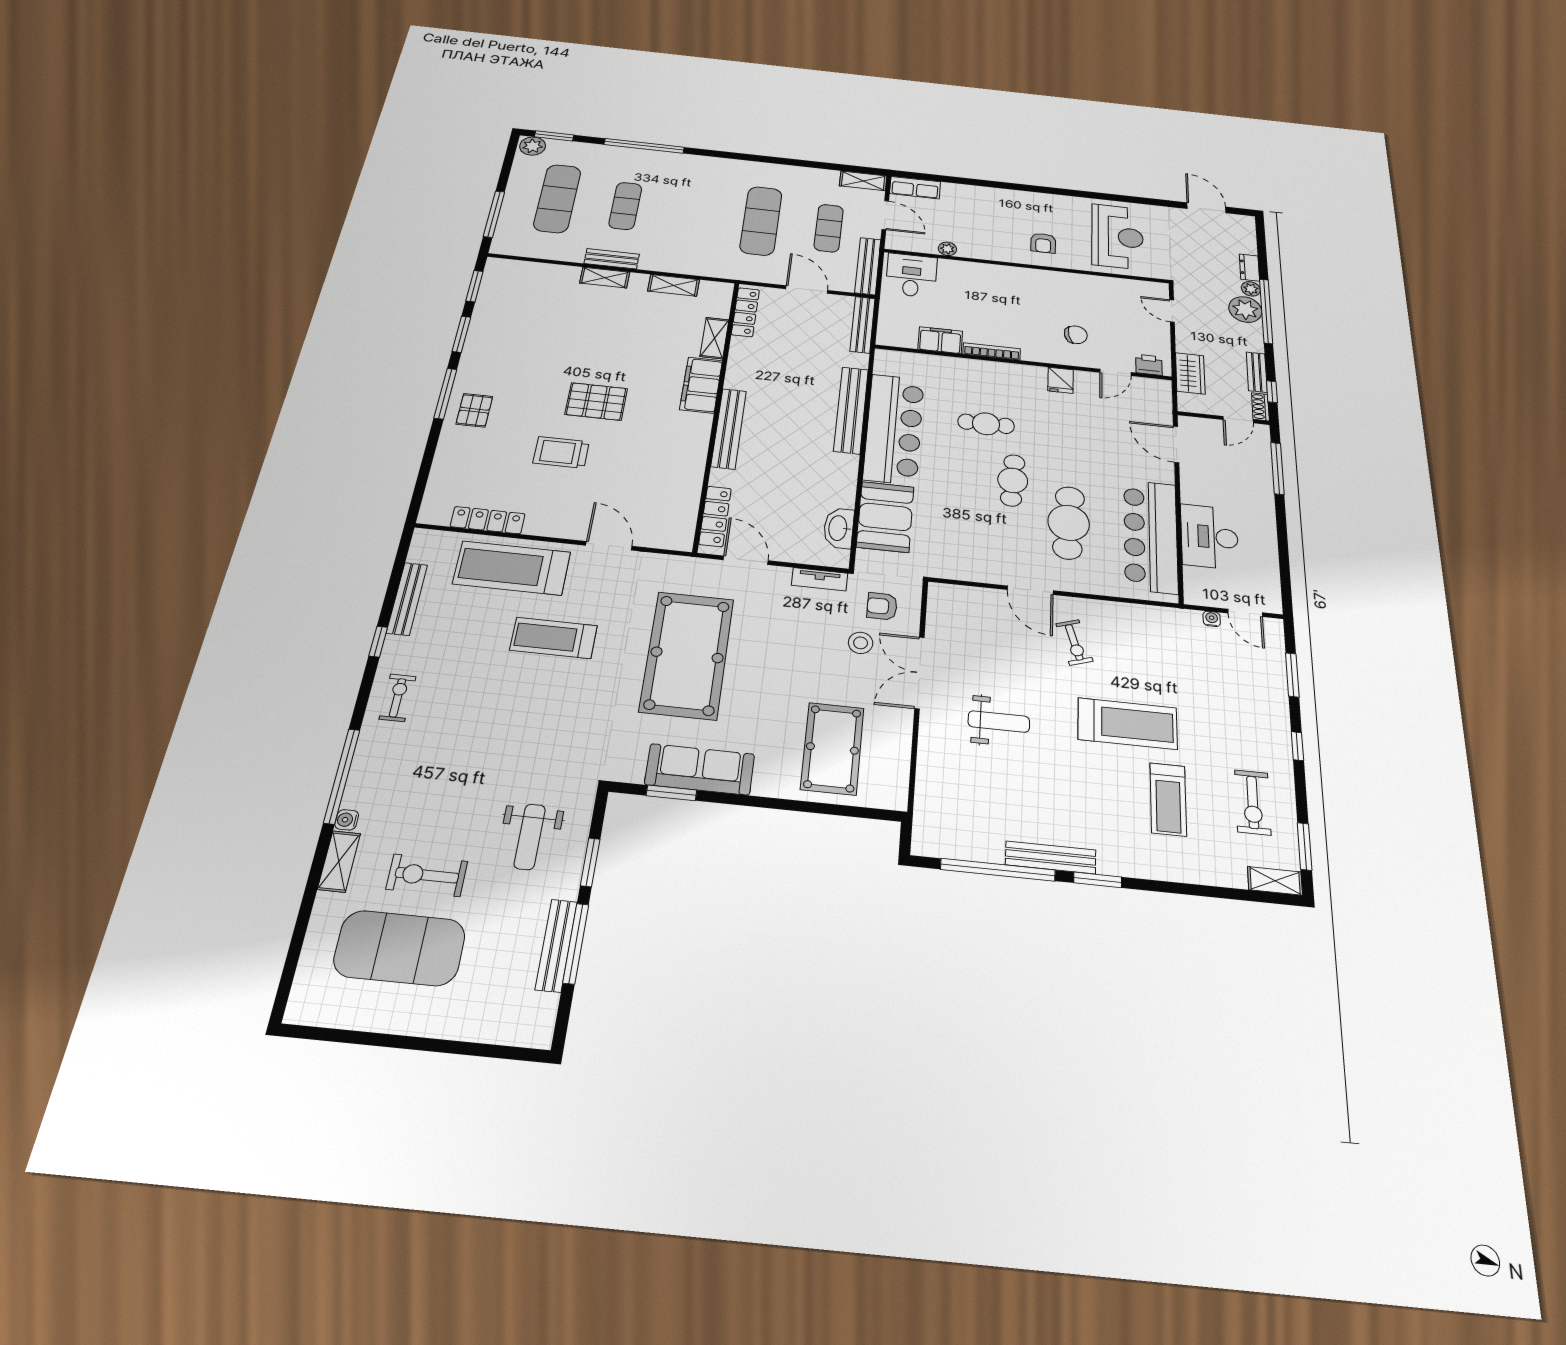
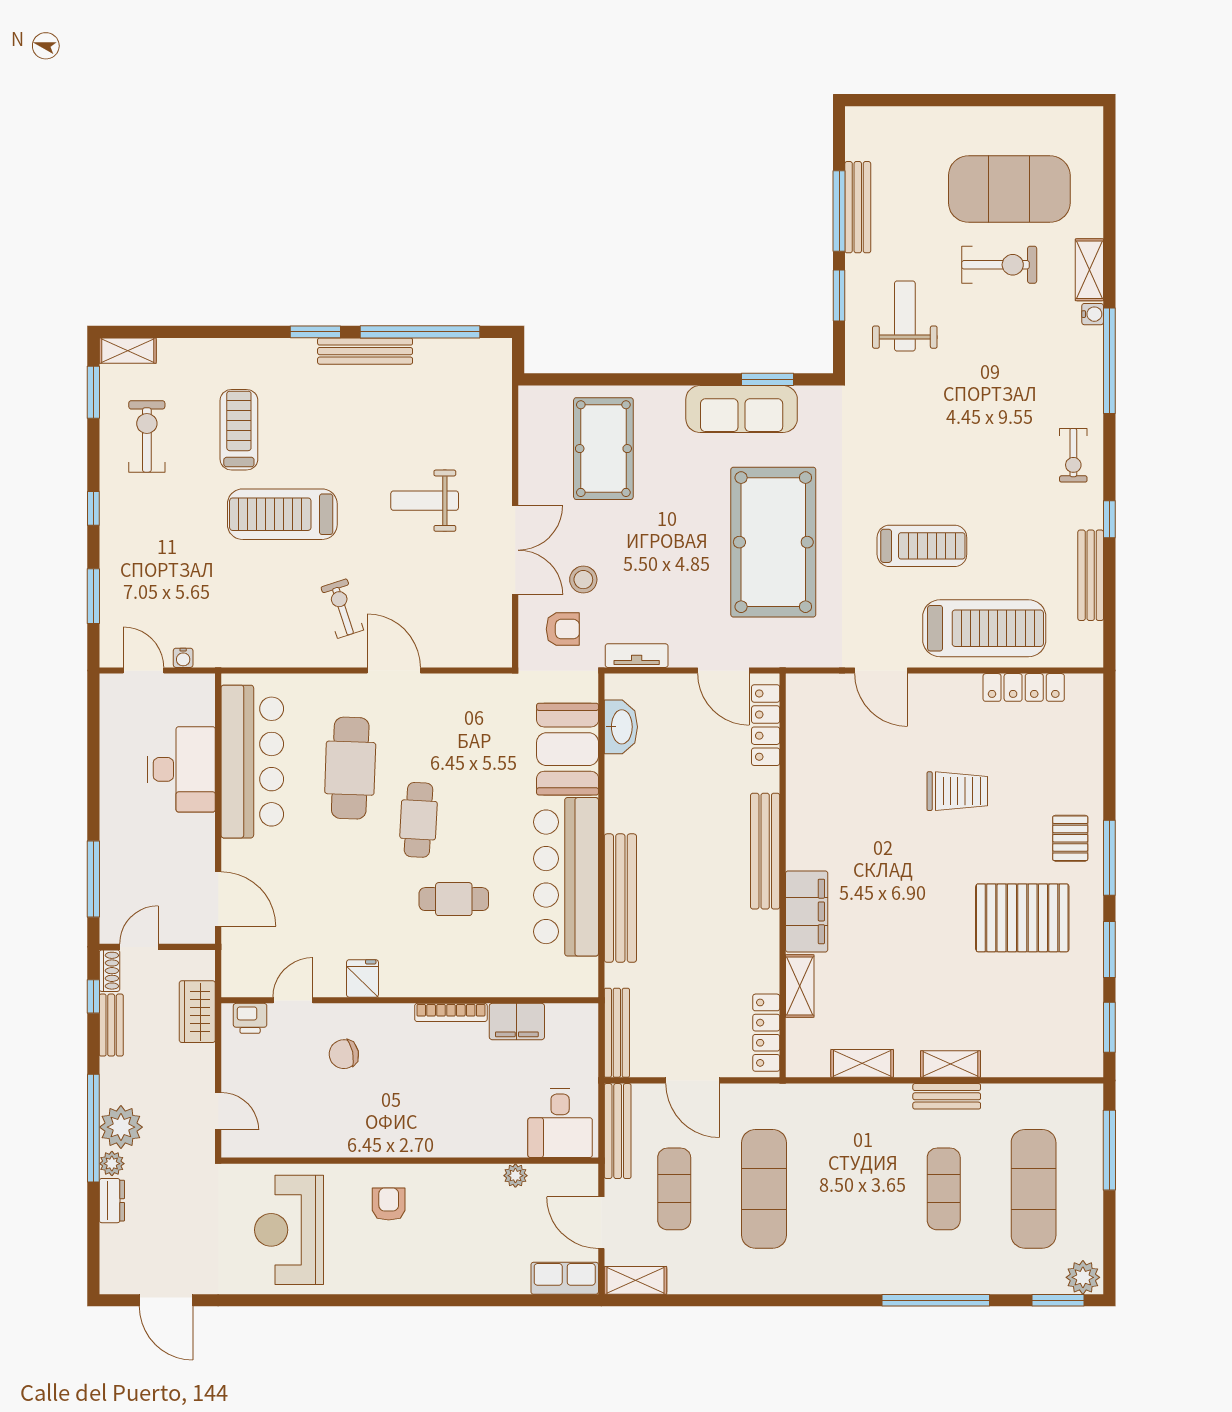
pallet: (596, 401) -> (1022, 918), moved, width x1.37, depth x1.41

